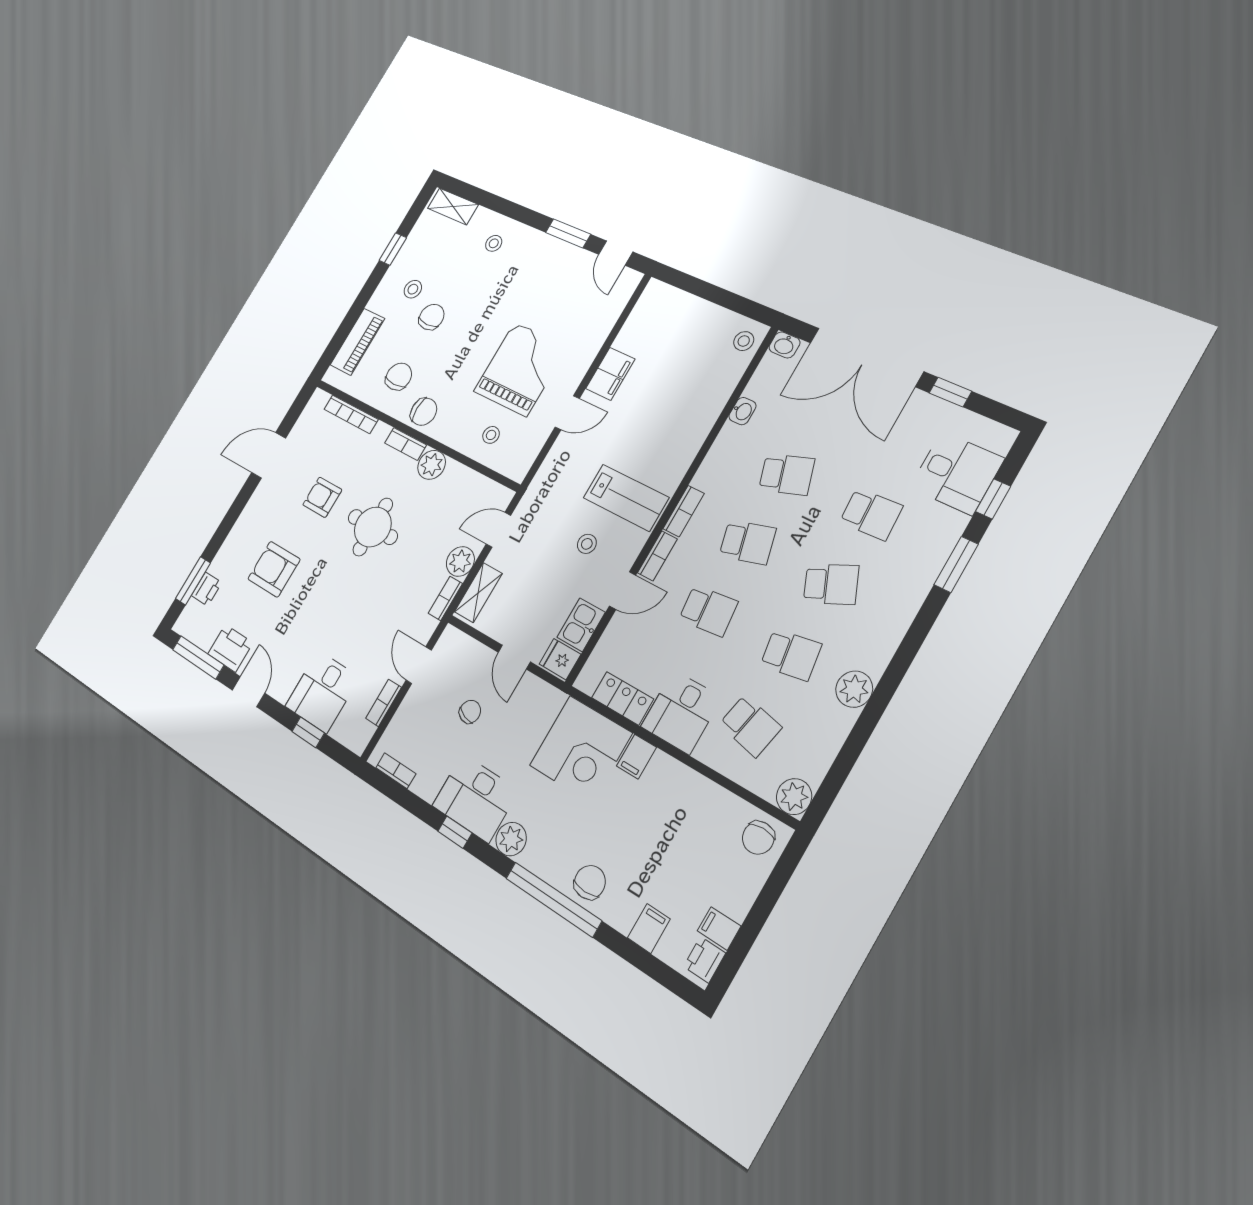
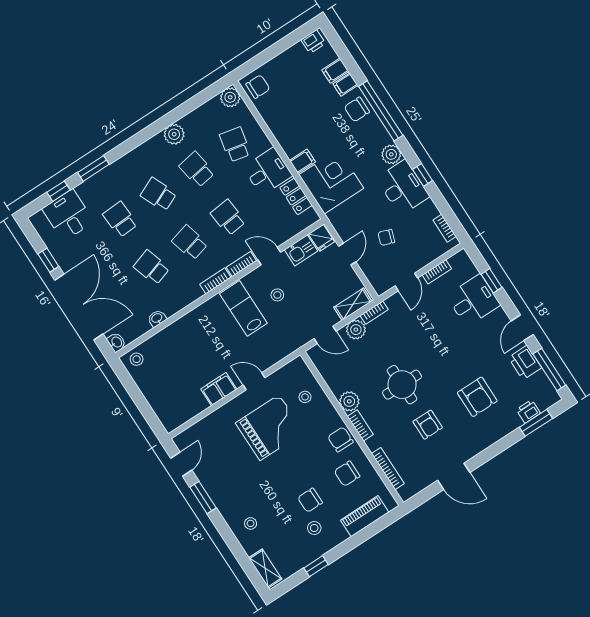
grand piano: (520, 369) -> (270, 428), turned 180
filing cabinet: (719, 928) -> (345, 85), moved, turned 90

